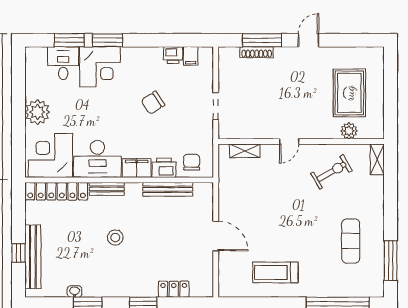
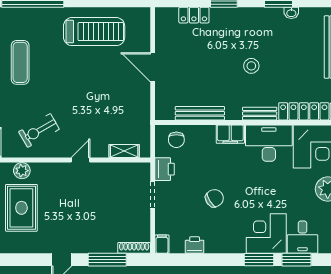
shoe rack: (257, 52) -> (134, 248), moved
filing cabinet: (191, 56) -> (162, 244), moved
printer: (164, 168) -> (165, 169), moved, turned -90
treadmill: (275, 272) -> (94, 32), width x1.37, depth x1.38

